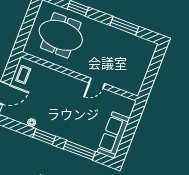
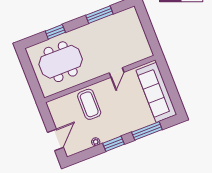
coffee table: (23, 75) -> (89, 104), moved, width x1.86, depth x1.72
sofa: (113, 135) -> (156, 92), width x1.36, depth x1.27

